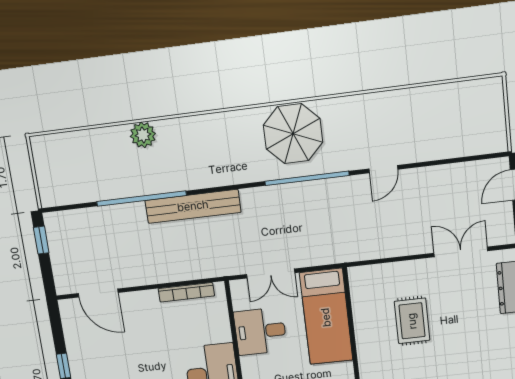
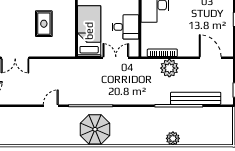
bench: (193, 206) -> (196, 98), moved
plant: (169, 266) -> (169, 68), added

